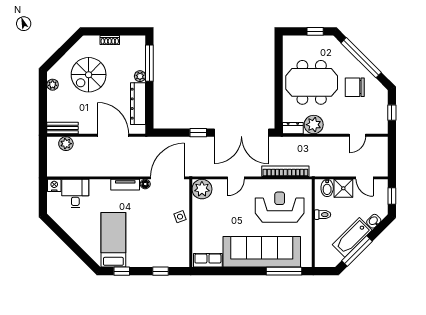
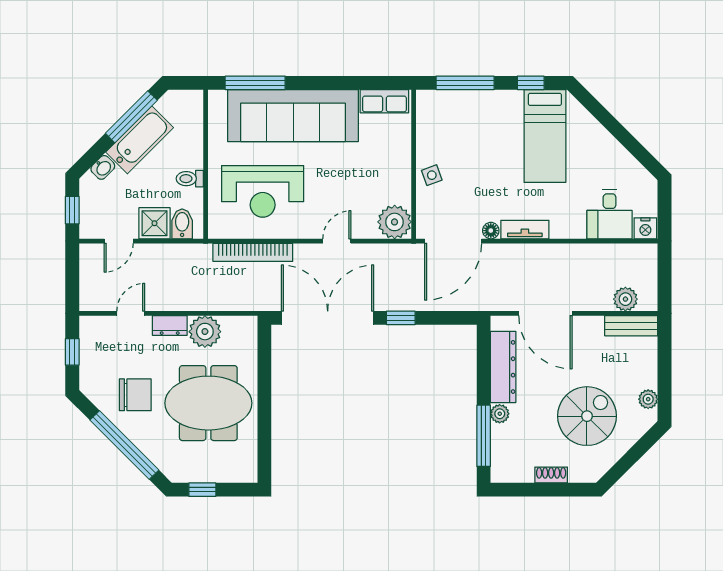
dresser: (293, 128) -> (170, 325), moved
door: (364, 178) -> (119, 241), swing flipped
window: (160, 271) -> (465, 83), width x2.17

